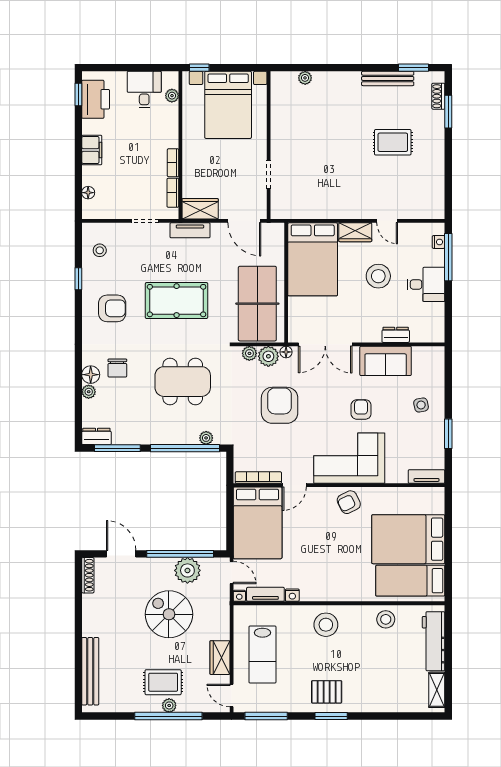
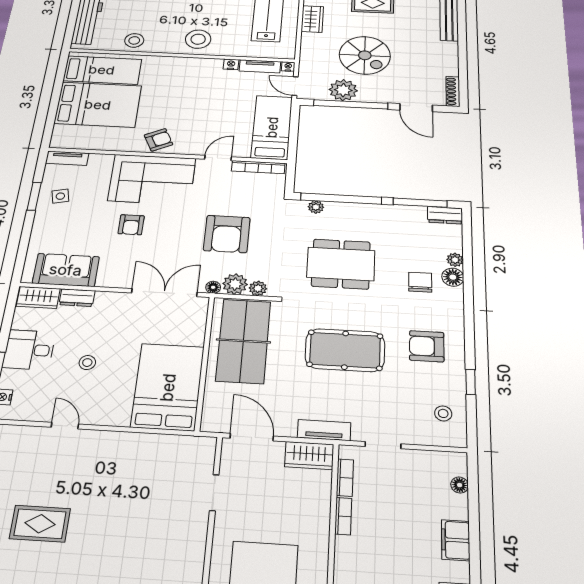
wardrobe: (355, 232) -> (38, 297), moved, turned 180
stool: (378, 276) -> (87, 363), width x0.53, depth x0.53
sofa: (386, 361) -> (66, 270), moved
side table: (421, 405) -> (60, 196), moved
bed: (258, 523) -> (272, 127), width x0.67

